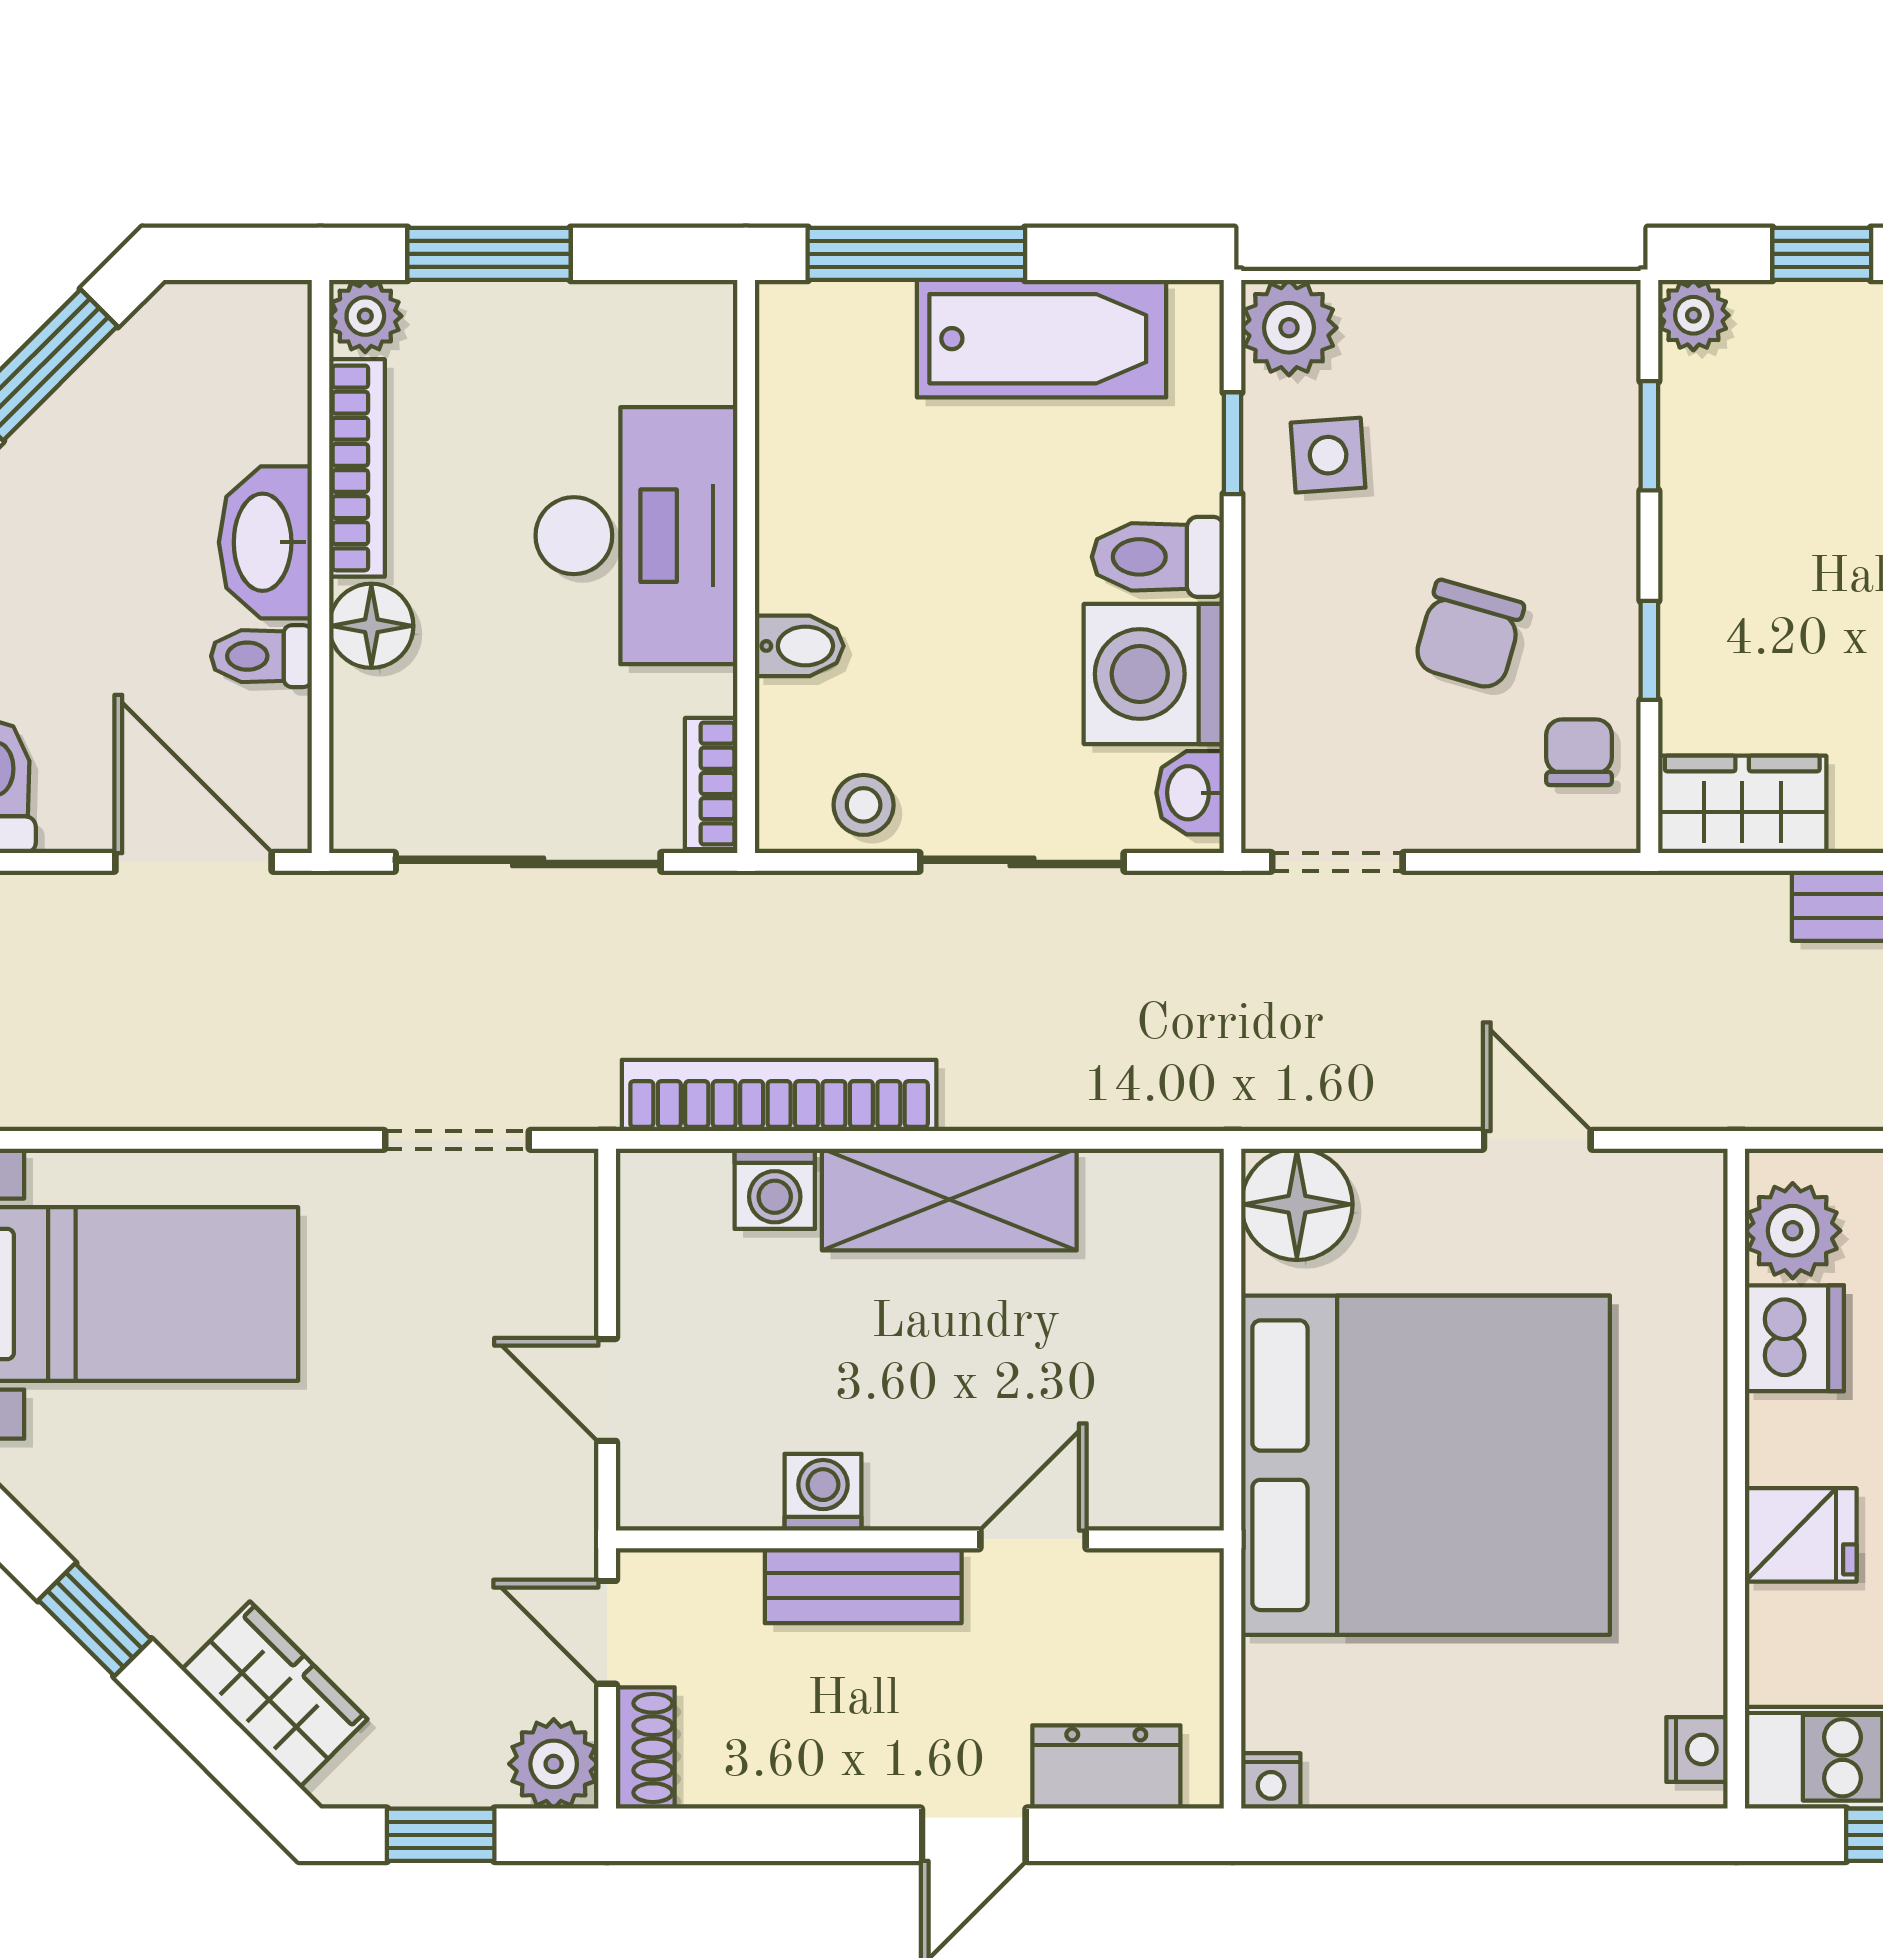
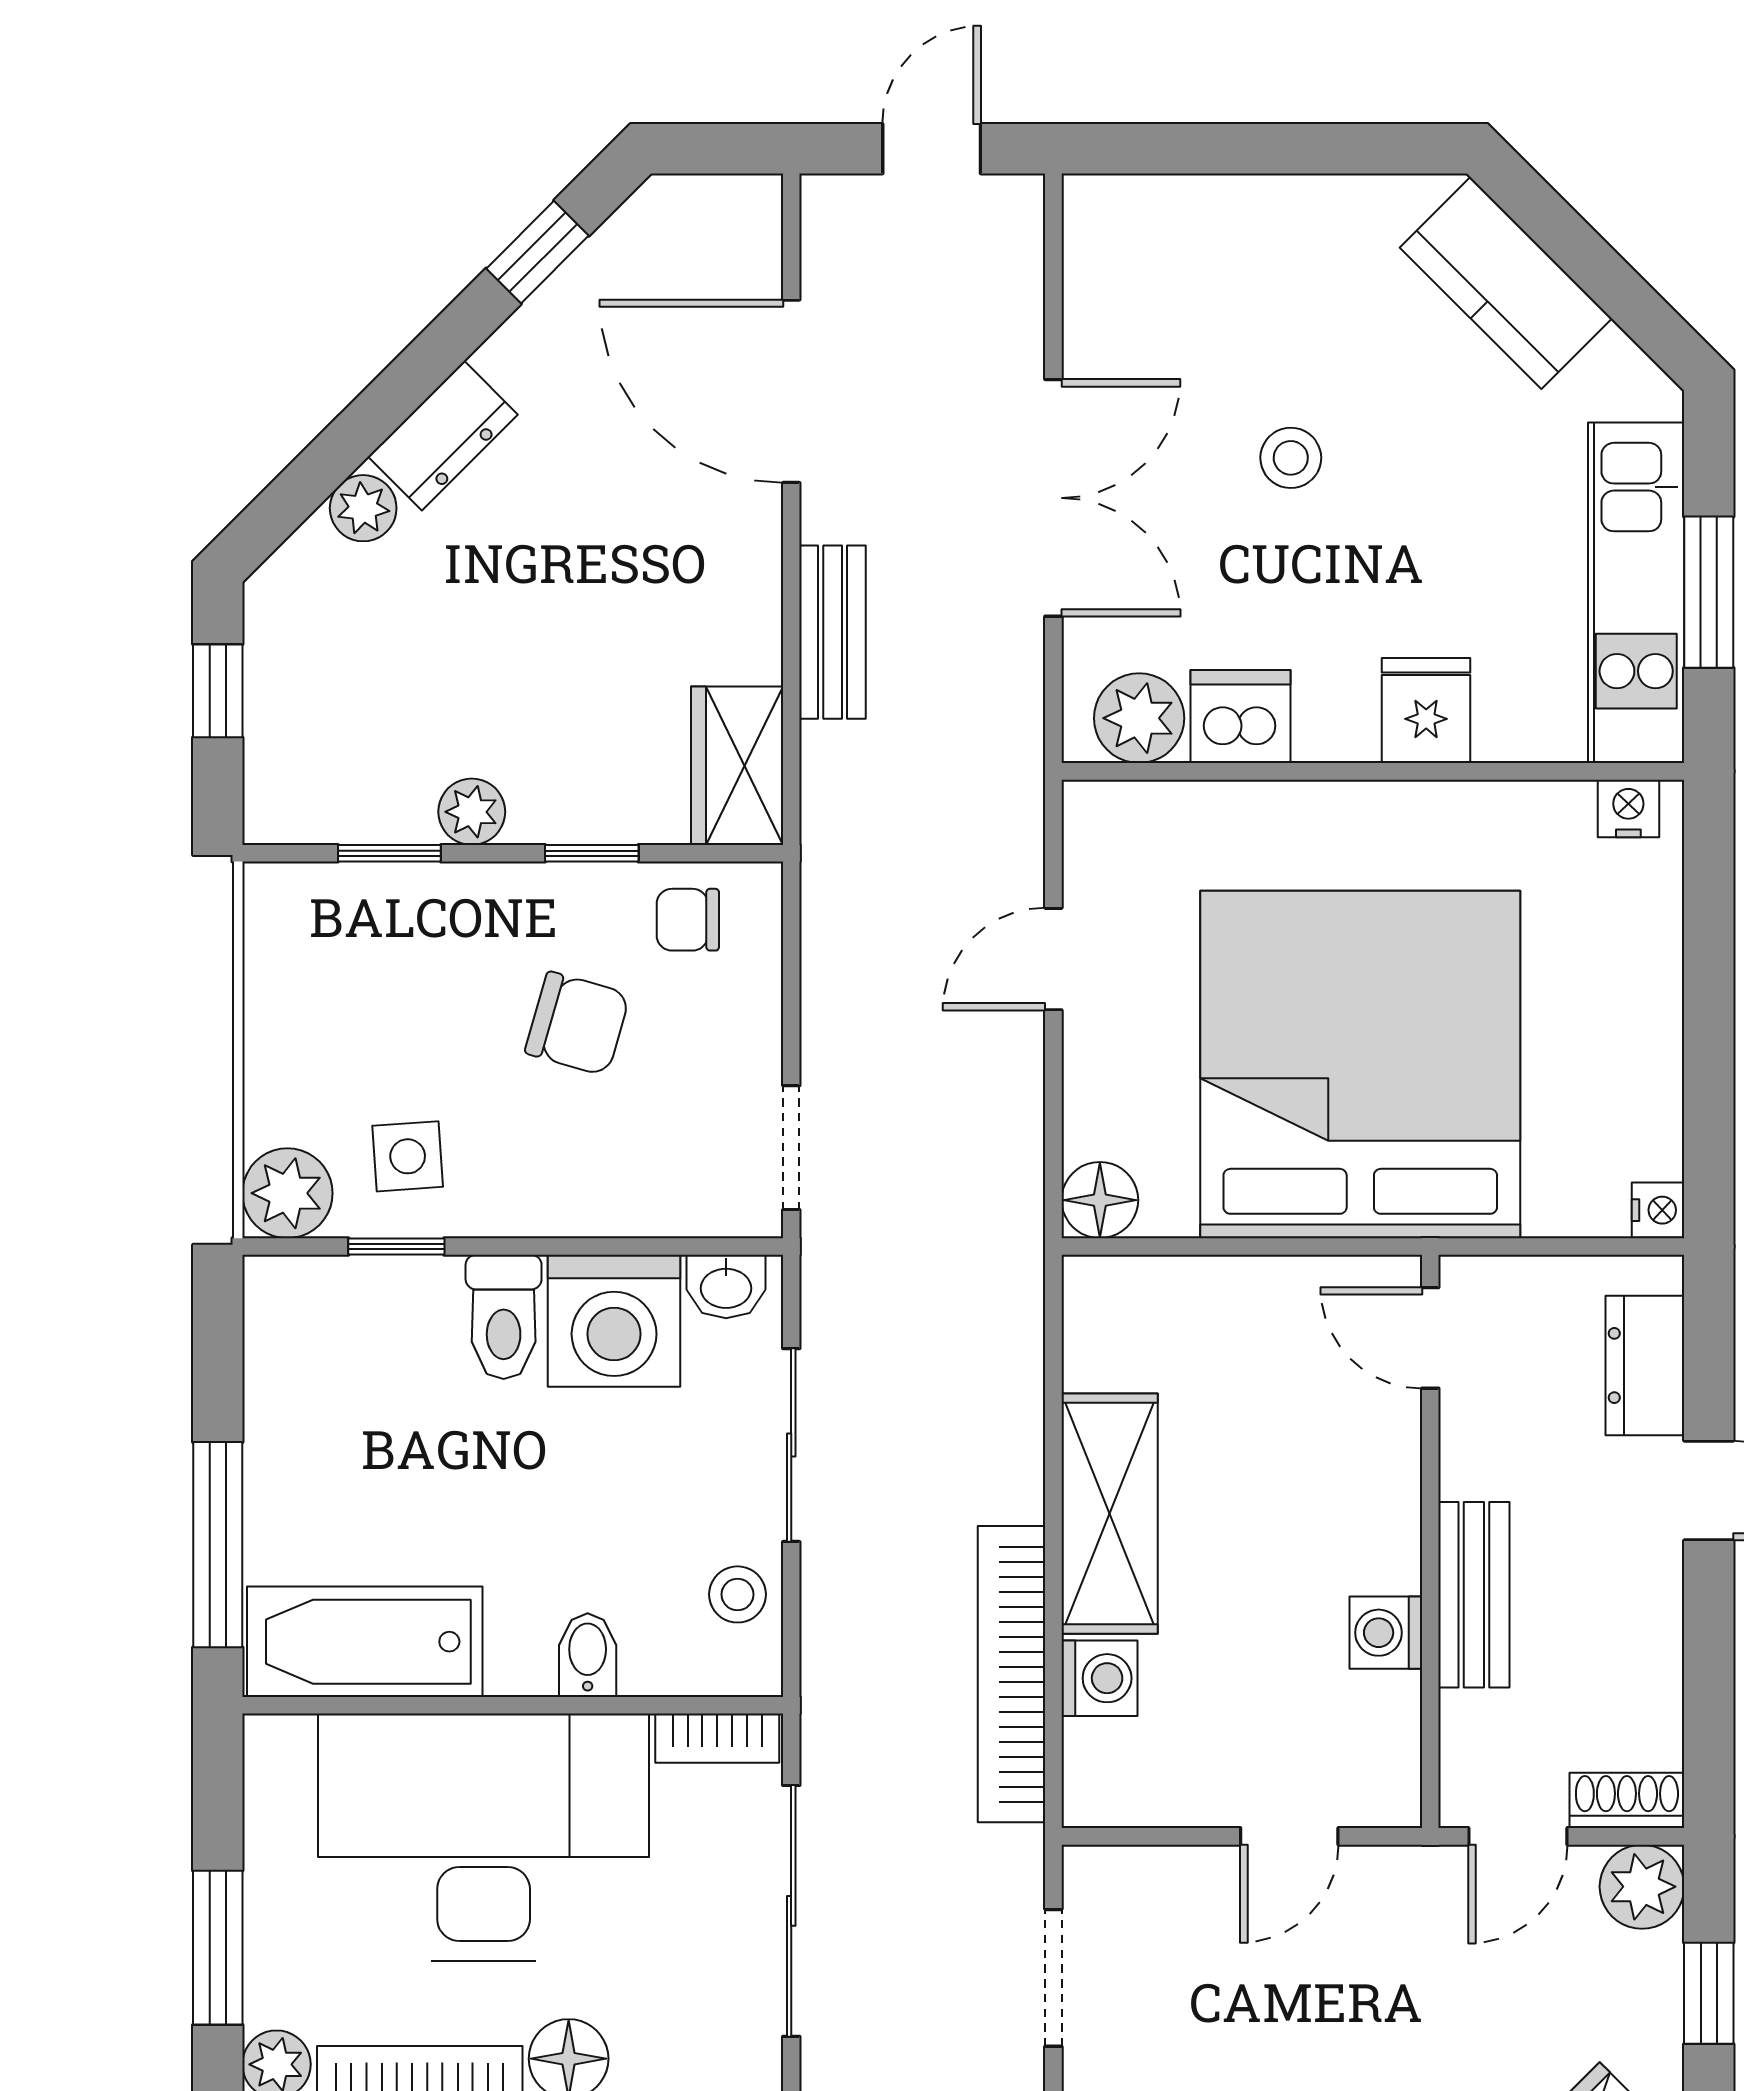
plant: (1693, 315) -> (472, 812), moved
bathtub: (1042, 339) -> (365, 1642), moved, turned -90
desk: (636, 536) -> (484, 1837), width x1.36, depth x1.30
floor lamp: (1297, 1204) -> (1100, 1200), width x0.73, depth x0.73
door: (1033, 1539) -> (1430, 1338), moved

